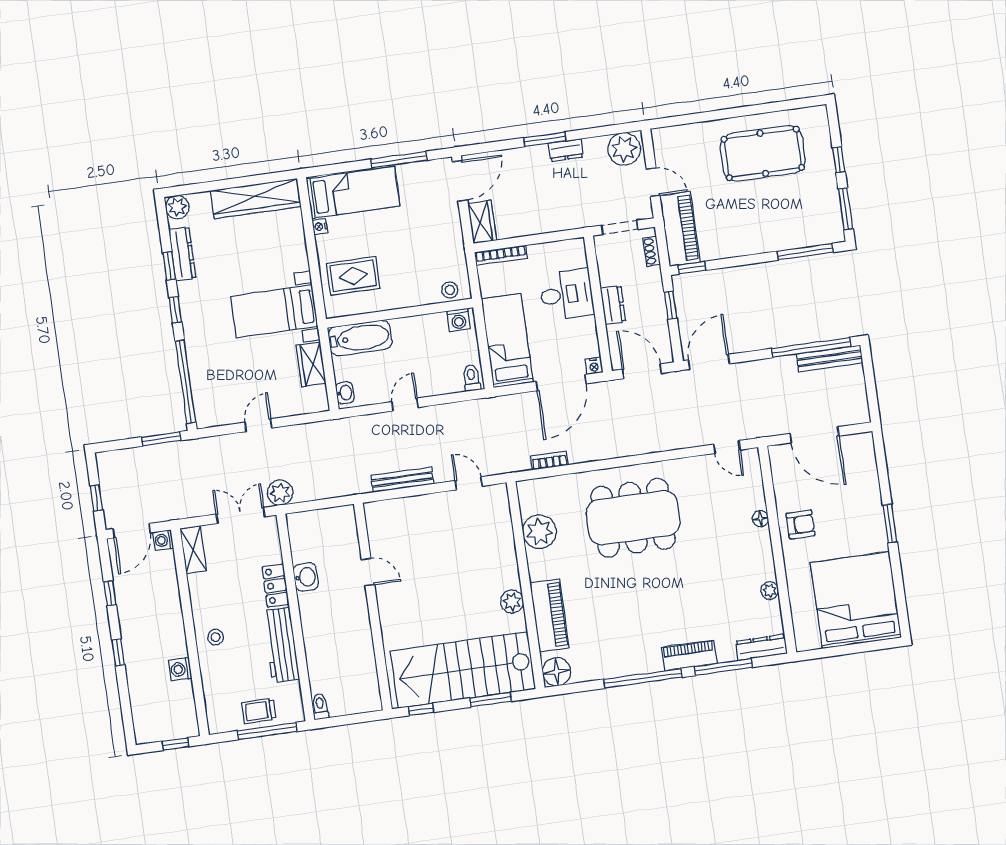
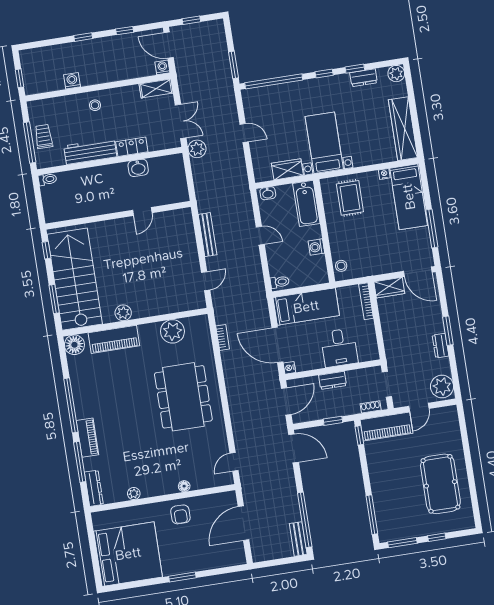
dresser: (182, 254) -> (363, 78), width x0.70
washing machine: (459, 320) -> (316, 247), moved
bench: (830, 358) -> (298, 539), width x0.73

